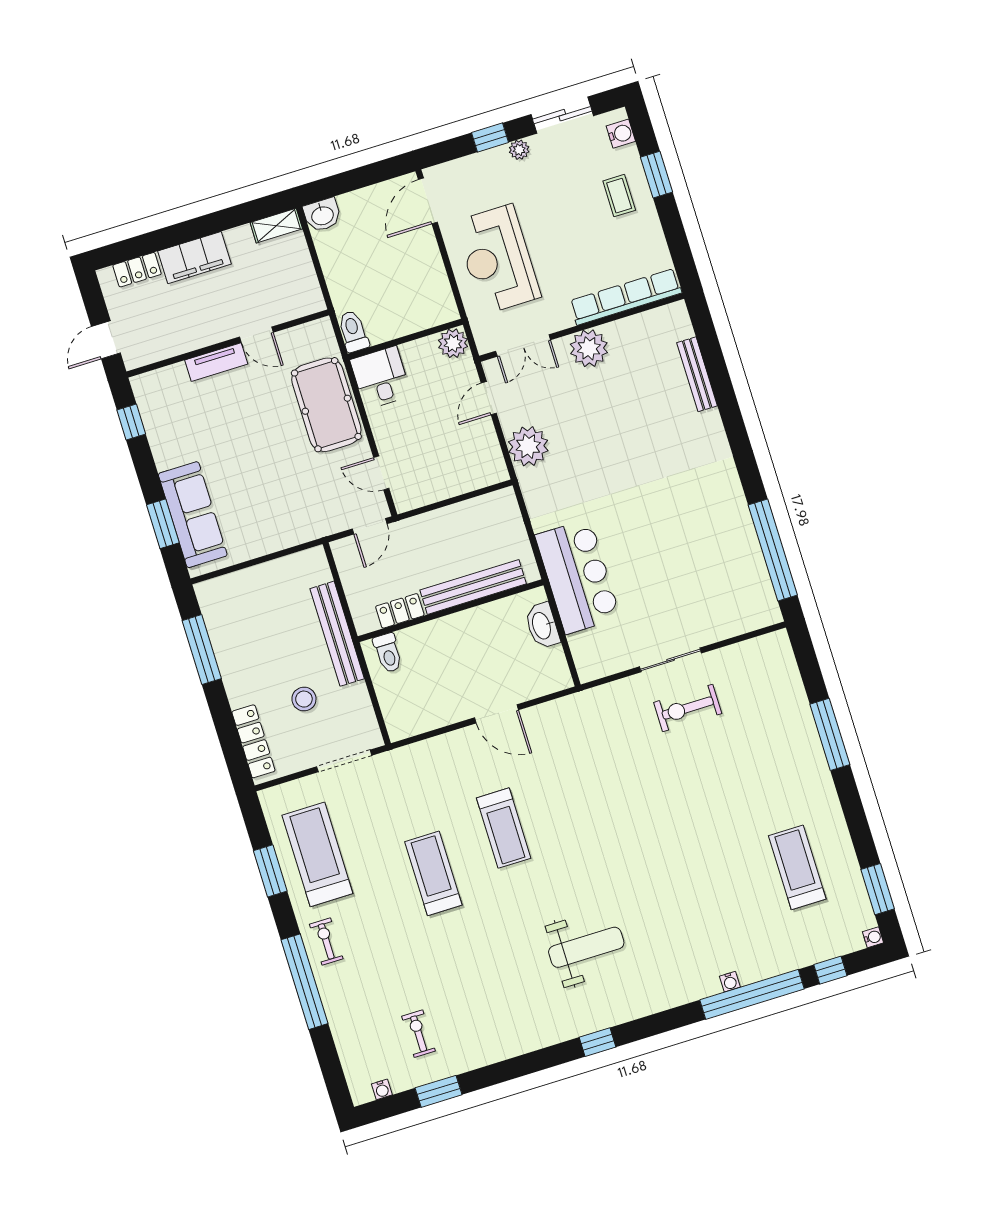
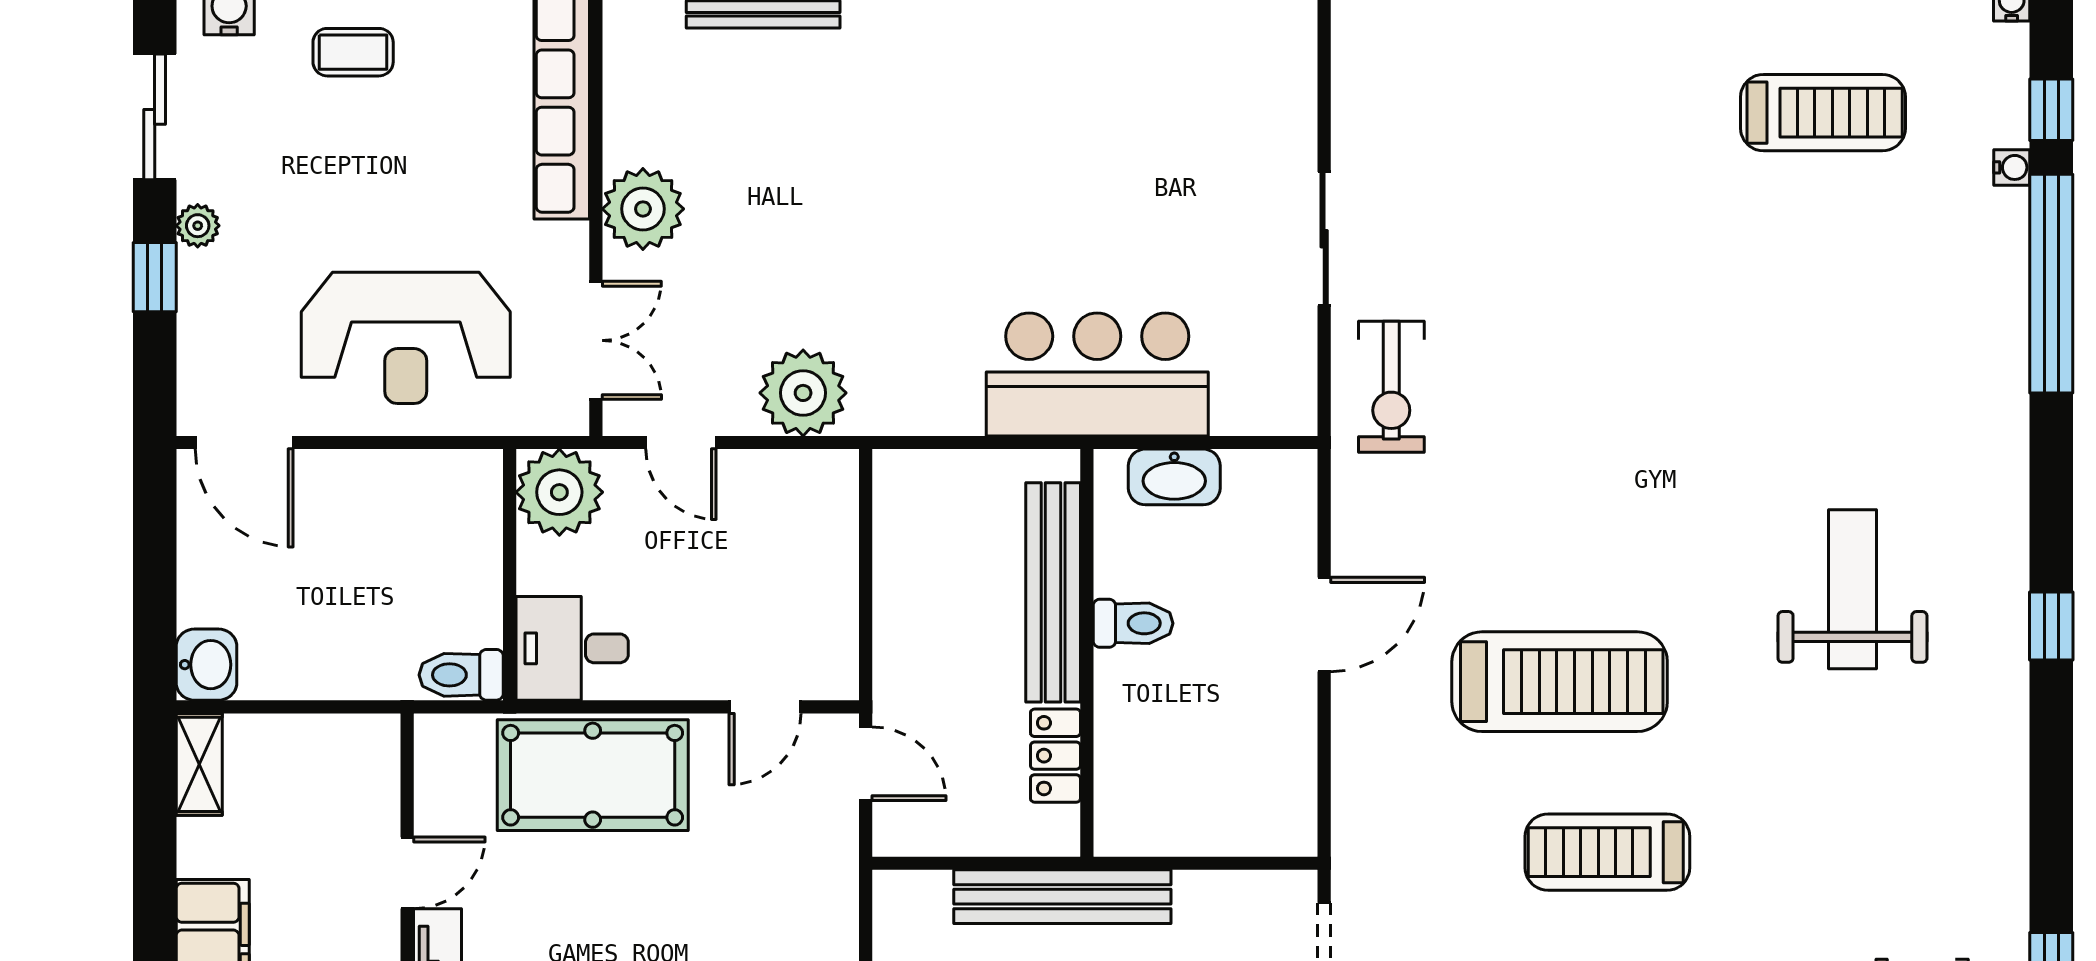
plant: (453, 343) -> (559, 492), width x1.36, depth x1.36
toilet: (388, 653) -> (1133, 623), moved
exercise bike: (688, 708) -> (1391, 387), moved
treadmill: (504, 828) -> (1560, 682), width x1.37, depth x1.38
treadmill: (797, 867) -> (1823, 113), turned 180
water cooler: (730, 982) -> (2012, 167), moved

